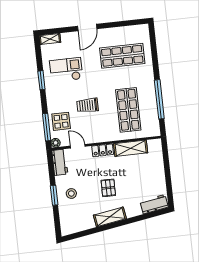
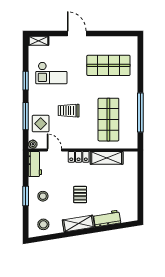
door: (87, 27) -> (77, 33), swing flipped
checkout: (66, 70) -> (51, 73), turned 180
window: (47, 127) -> (26, 116), moved
workbench: (154, 204) -> (107, 218), moved
stool: (75, 222) -> (43, 224), added

